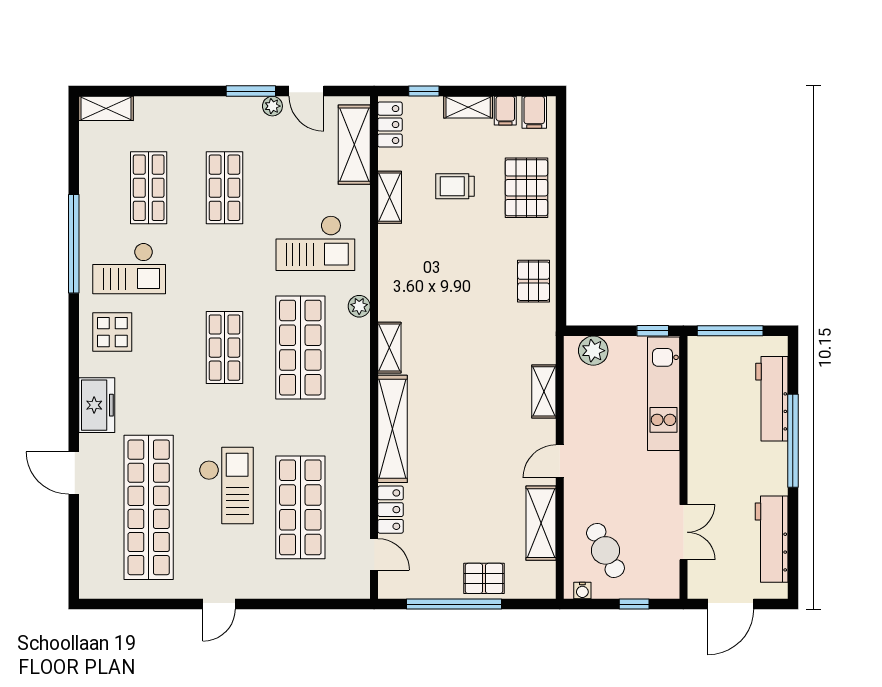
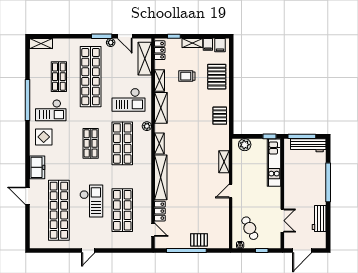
shop shelf: (224, 188) -> (91, 77), width x2.00, depth x1.36
workbench: (772, 399) -> (308, 145), moved, turned -90
shelving: (541, 523) -> (161, 108), moved
workbench: (772, 539) -> (319, 219), width x0.73

